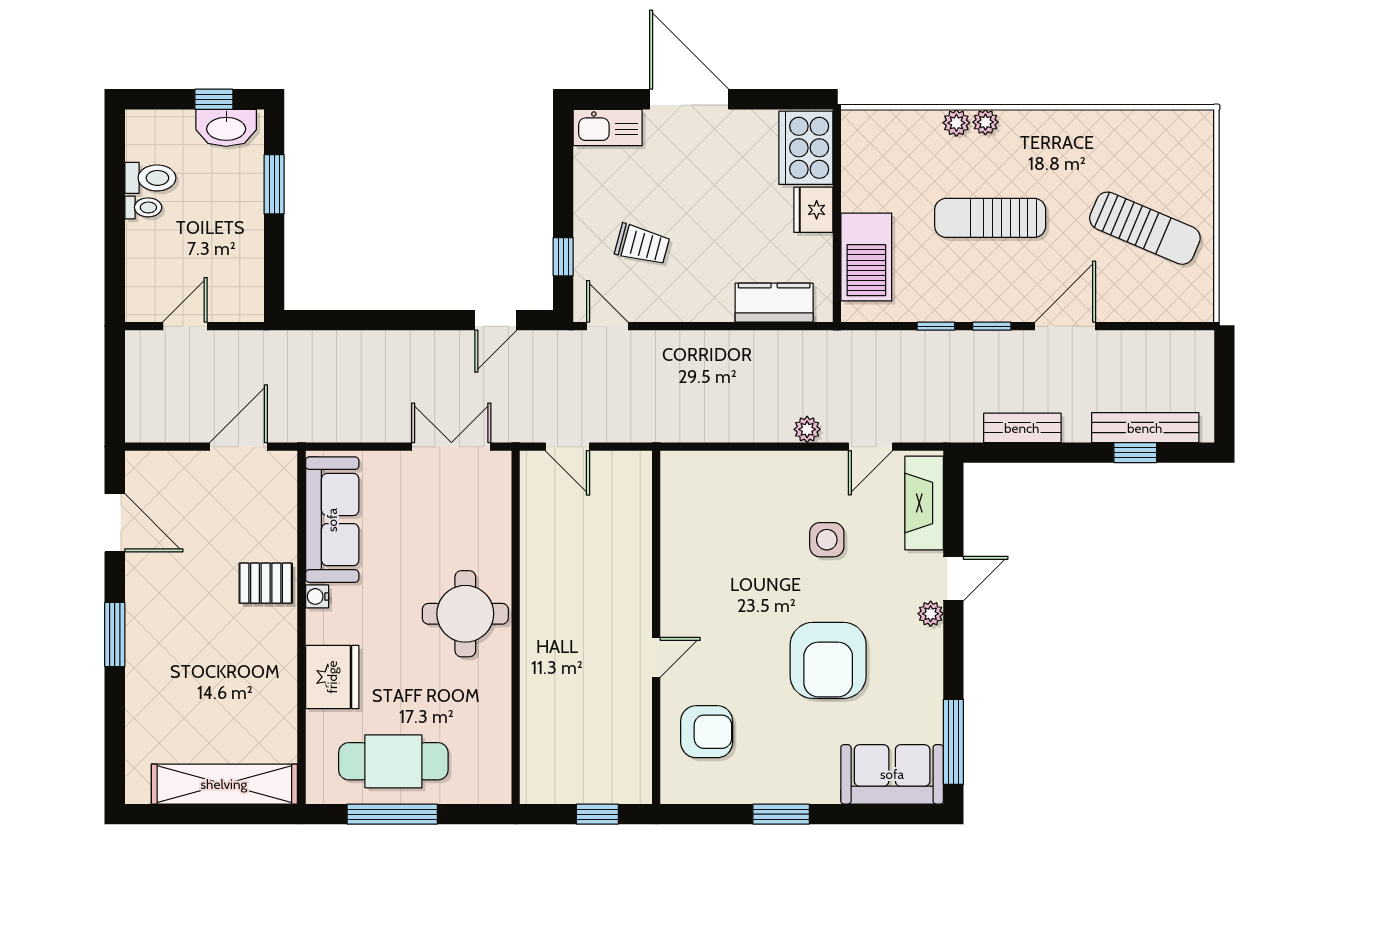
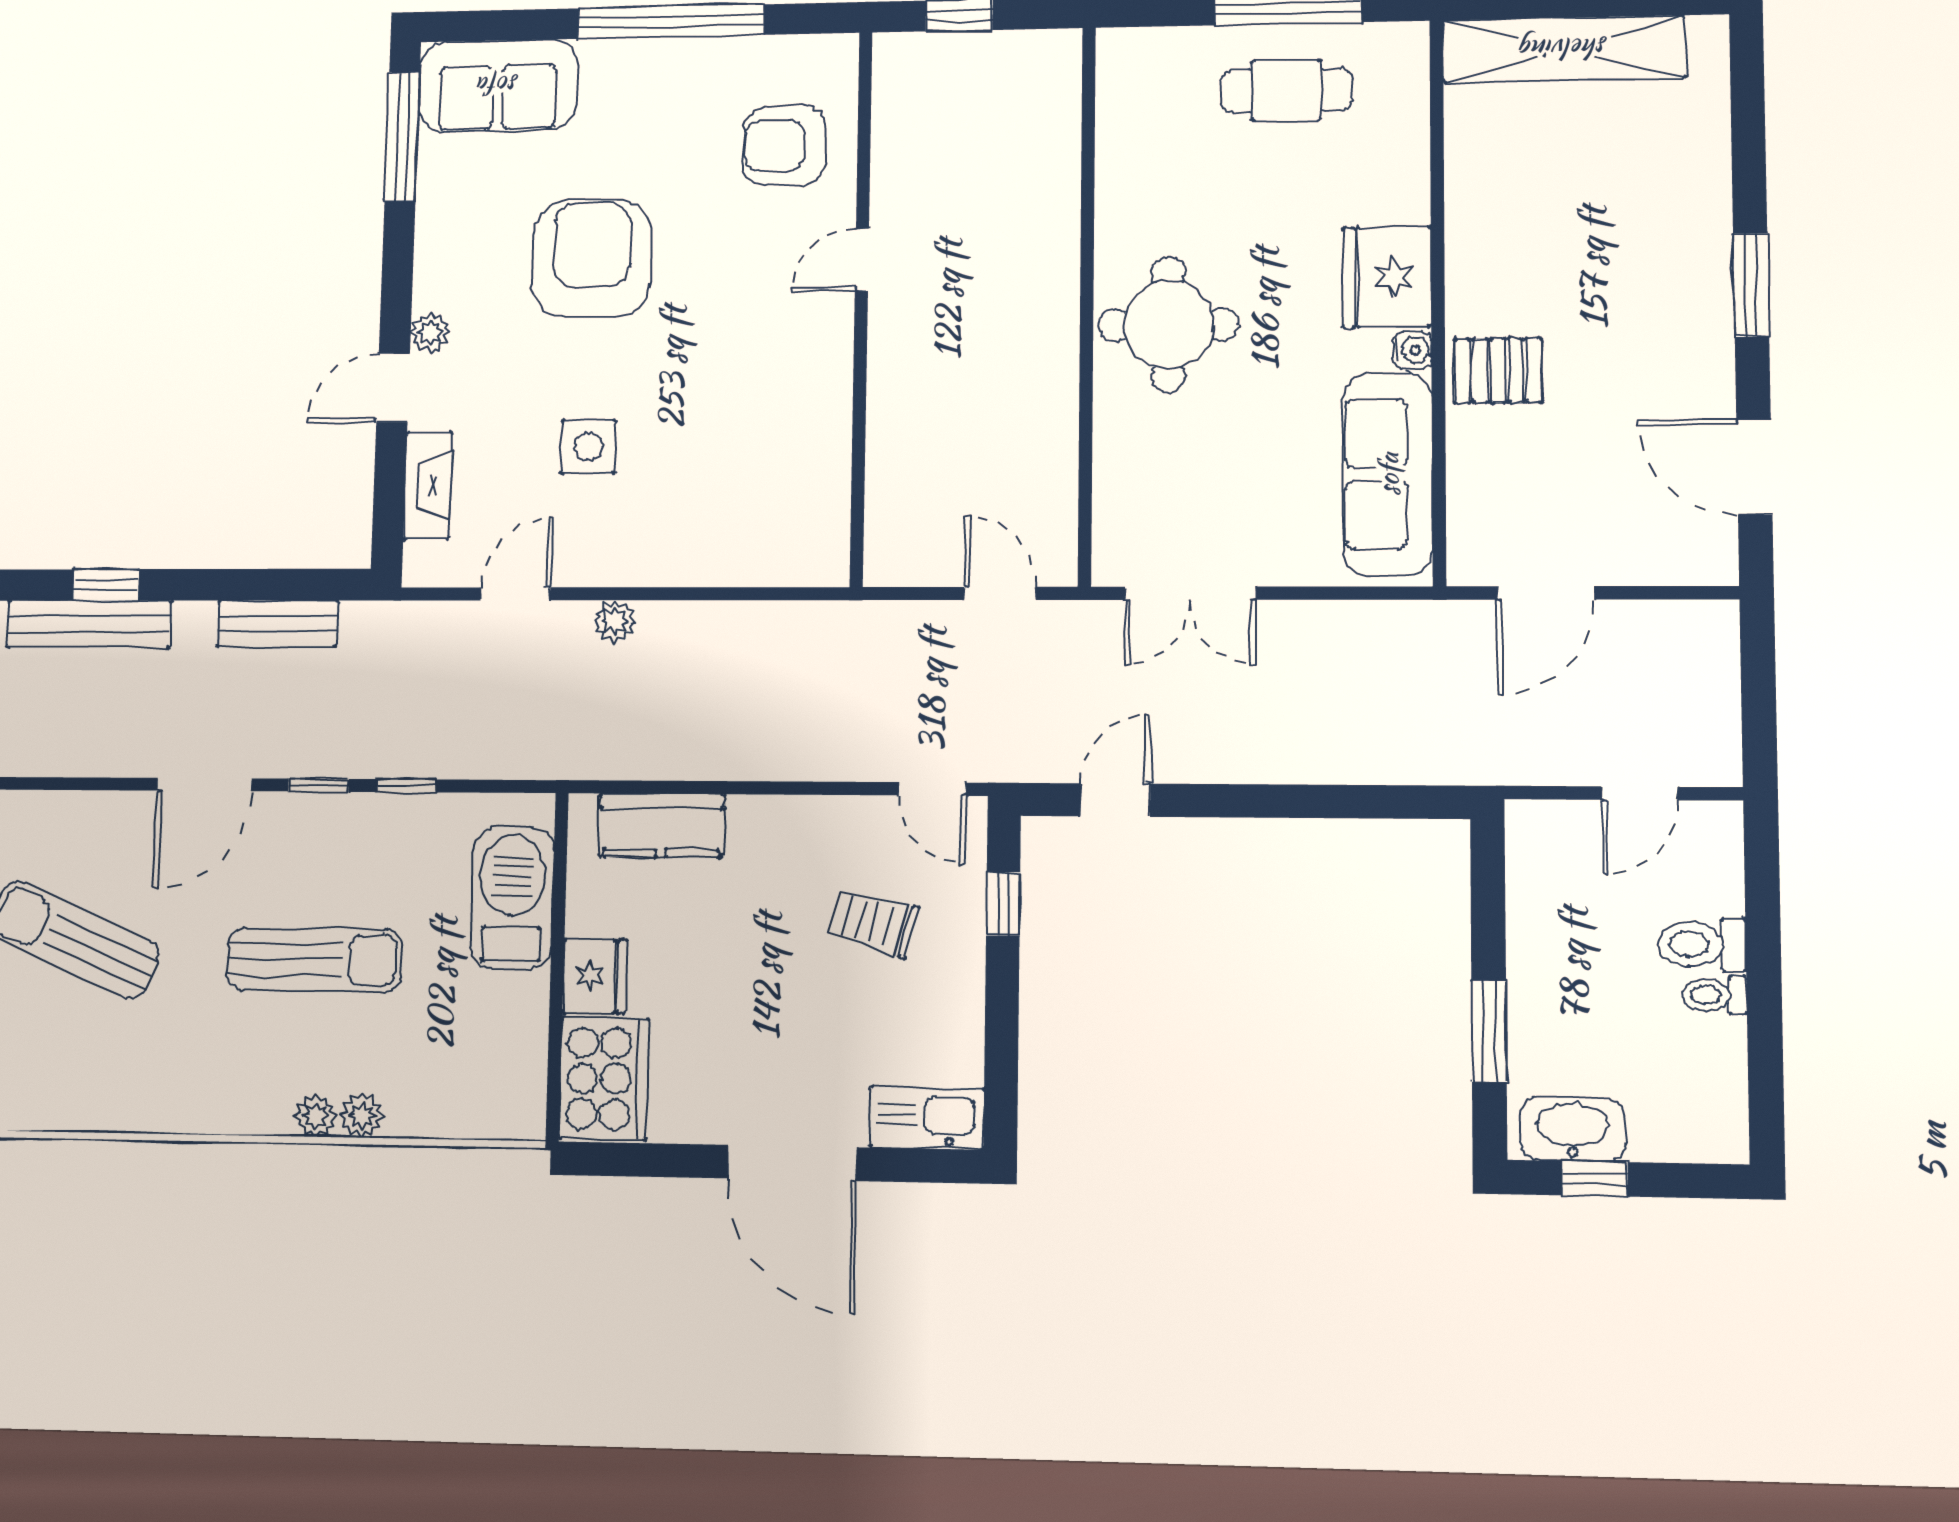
toilet: (150, 178) -> (1701, 944), moved
fireplace: (924, 503) -> (428, 485), width x0.73, depth x0.76
fridge: (332, 677) -> (1387, 277), moved
cafe table: (393, 761) -> (1286, 90), width x0.73, depth x0.74
window: (781, 814) -> (671, 22), width x2.11

